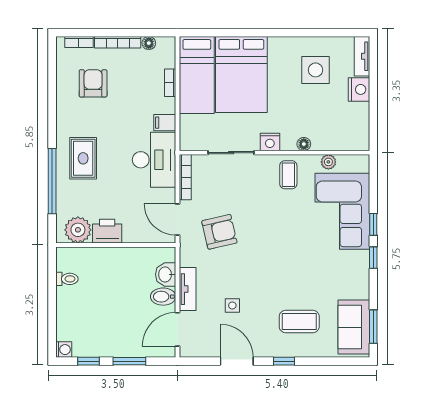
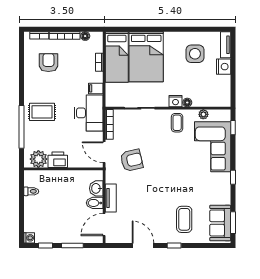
nightstand: (270, 142) -> (175, 101), moved
rug: (83, 158) -> (42, 112), turned 90
window: (373, 224) -> (233, 128), moved
side table: (232, 305) -> (140, 209), removed
coffee table: (299, 321) -> (184, 219), turned 90

